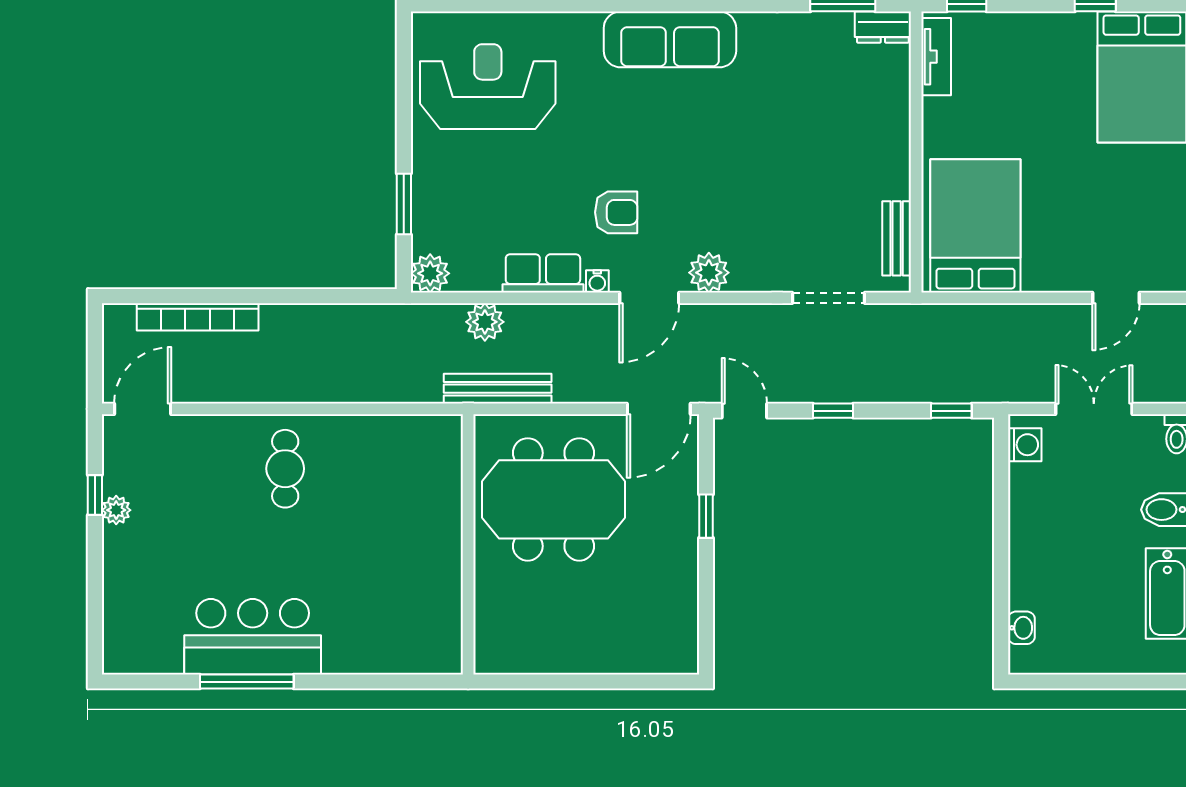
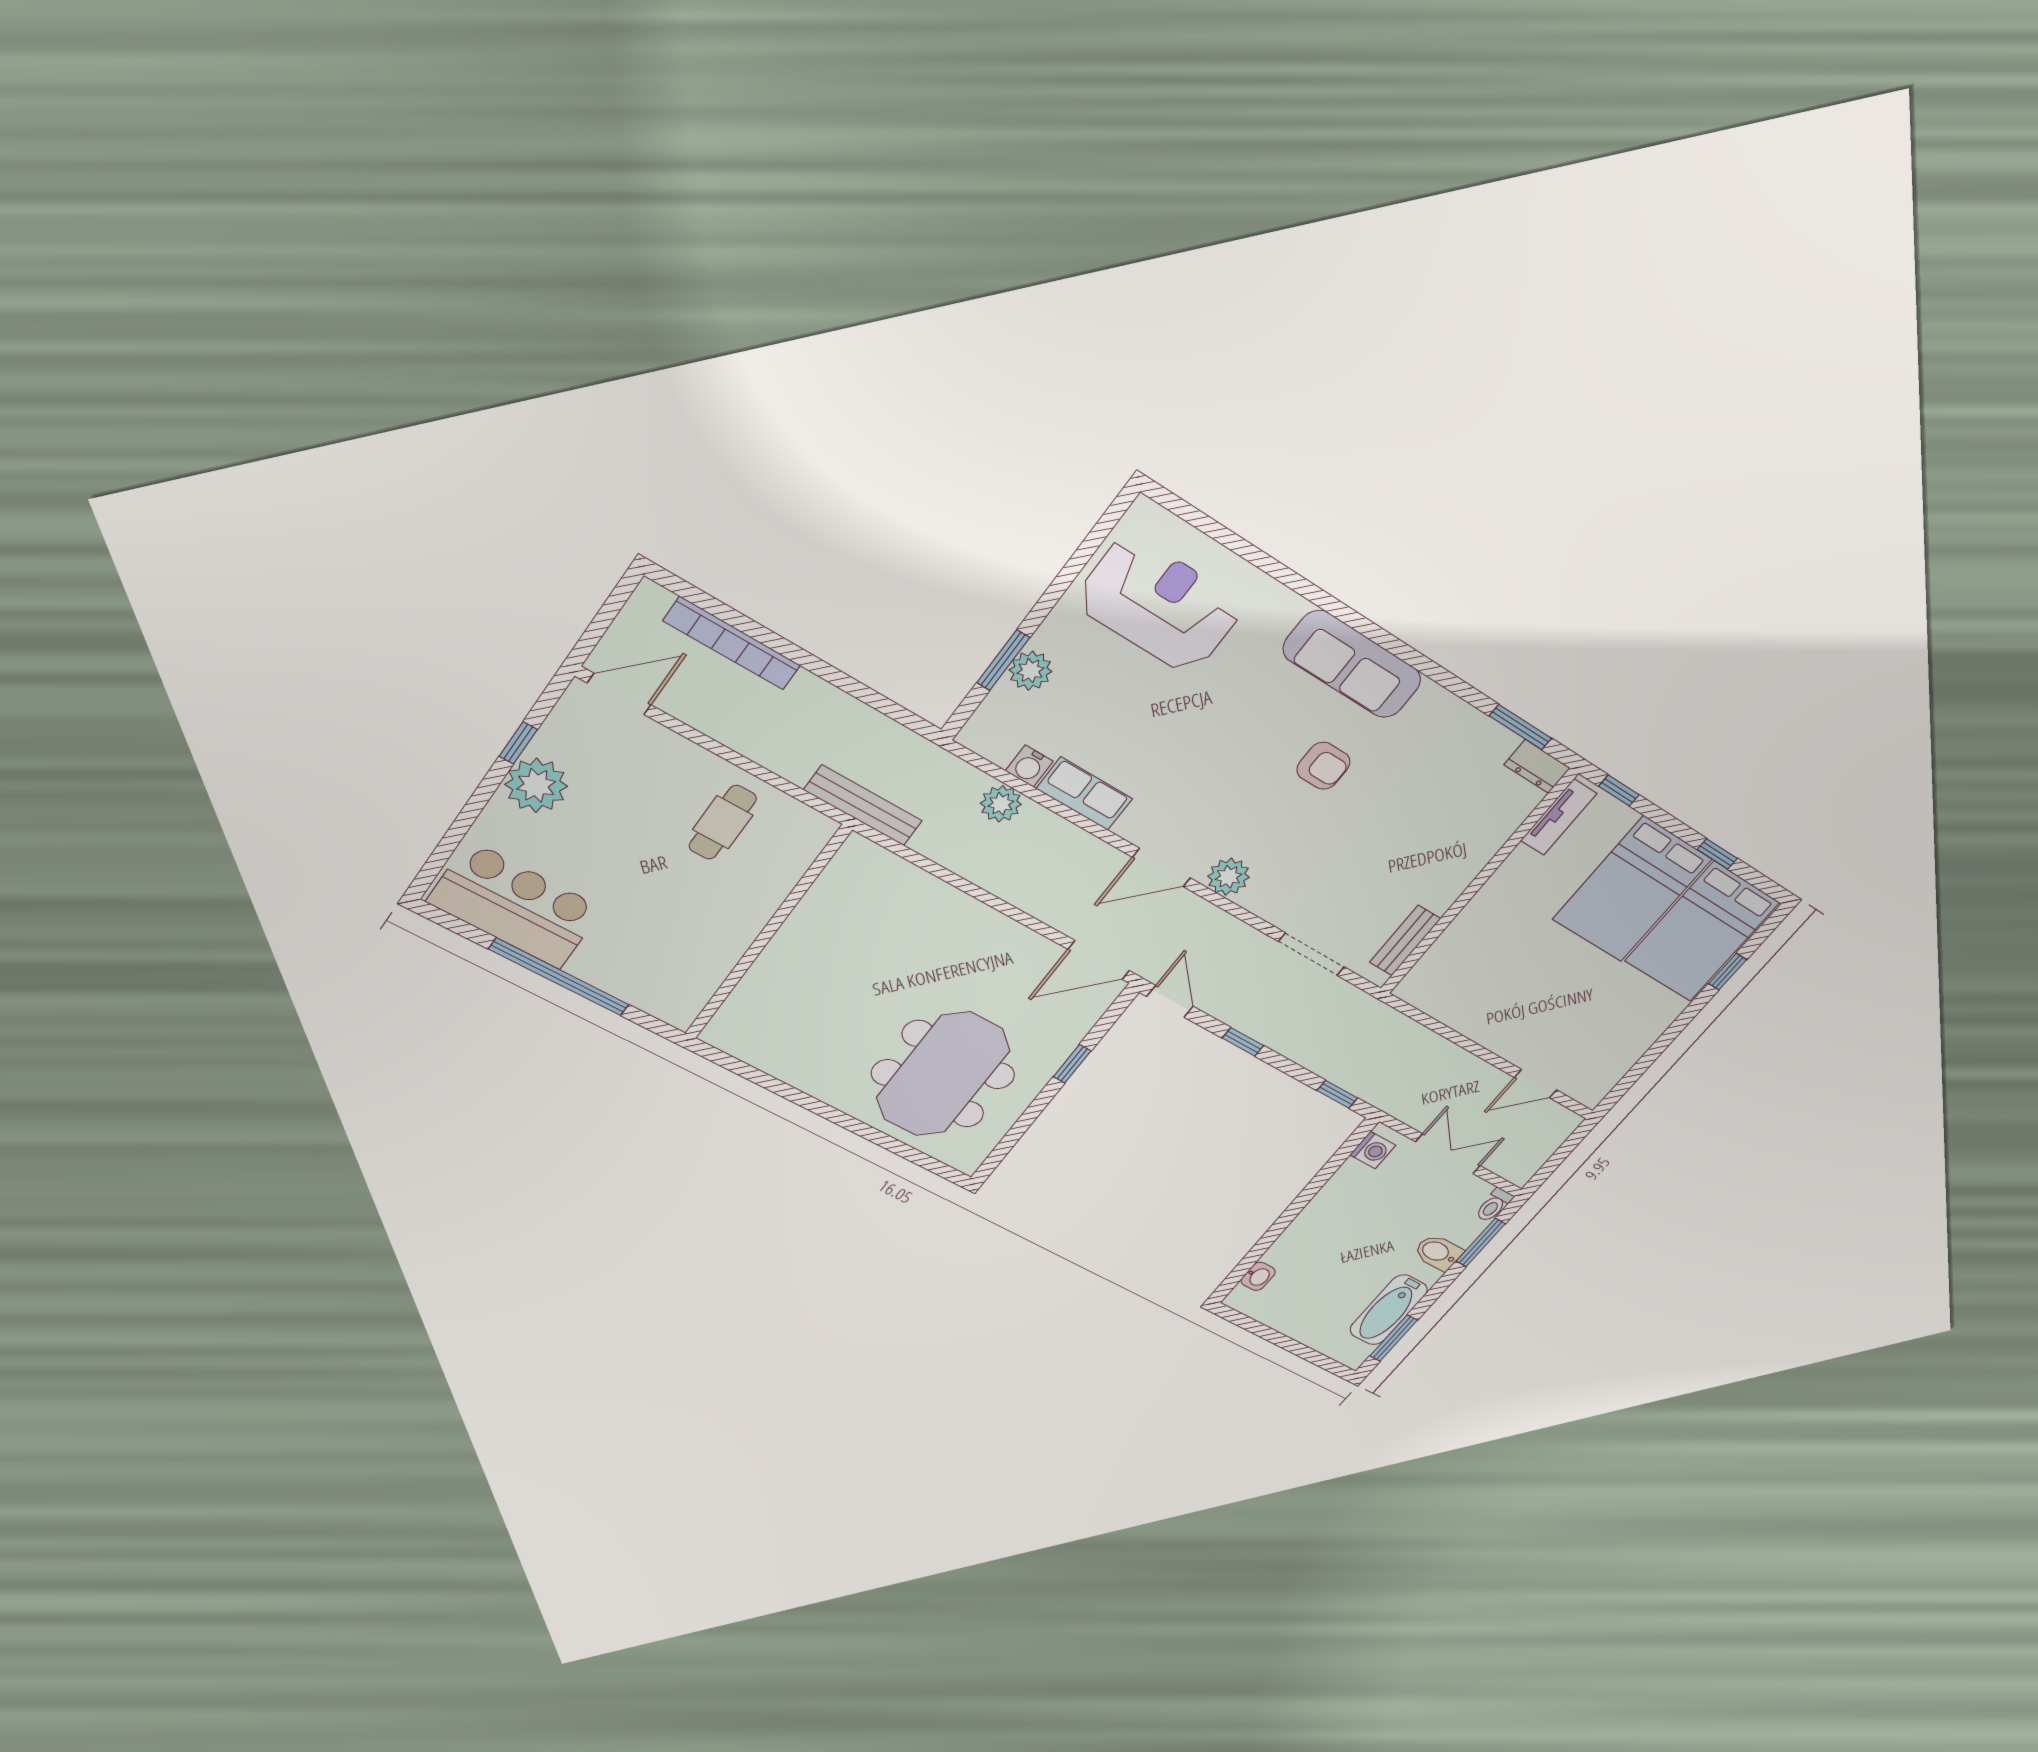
armchair: (616, 212) -> (1323, 766), moved
bed: (975, 226) -> (1632, 889), moved, turned 180
plant: (430, 273) -> (1030, 671), moved
water cooler: (597, 281) -> (1029, 766), moved, width x1.38, depth x1.38
bench: (498, 389) -> (863, 805), moved
meeting table: (554, 499) -> (943, 1074), moved, turned 90
plant: (116, 510) -> (536, 785), width x1.88, depth x1.88
wall: (468, 544) -> (768, 933), moved
bar counter: (253, 637) -> (515, 905), moved
window: (247, 682) -> (559, 977), width x1.46

